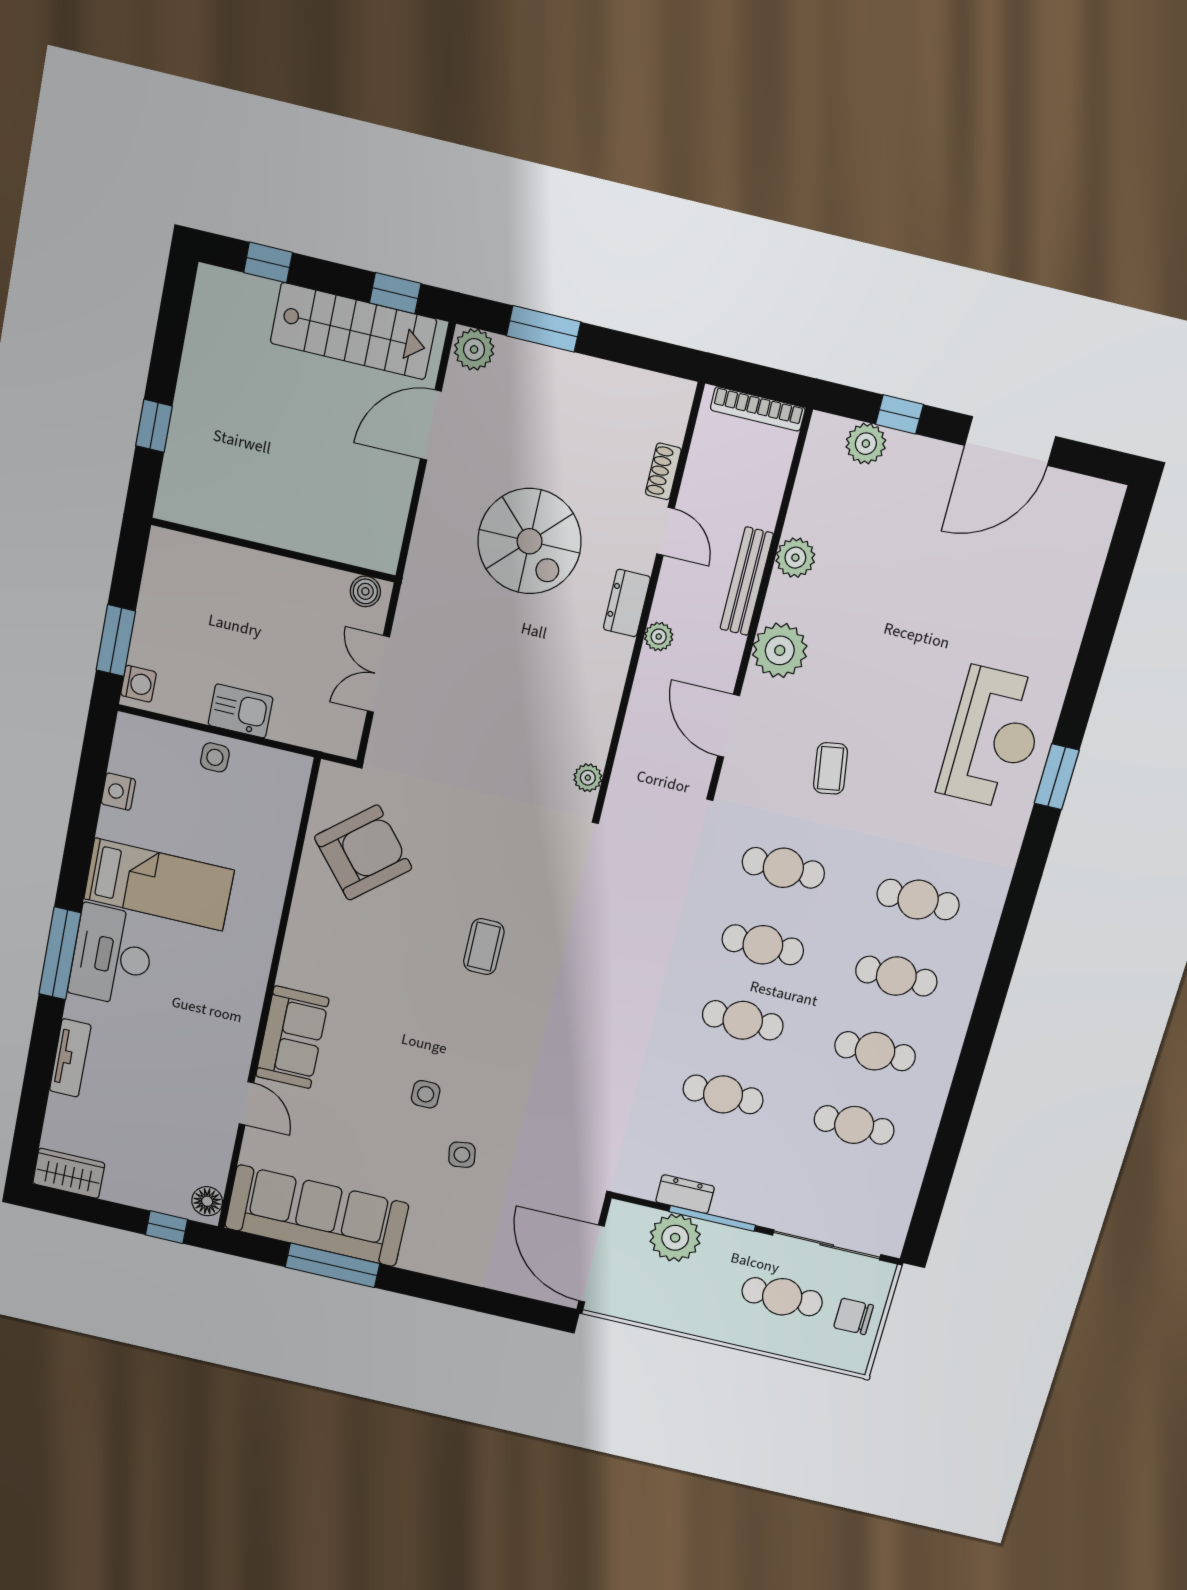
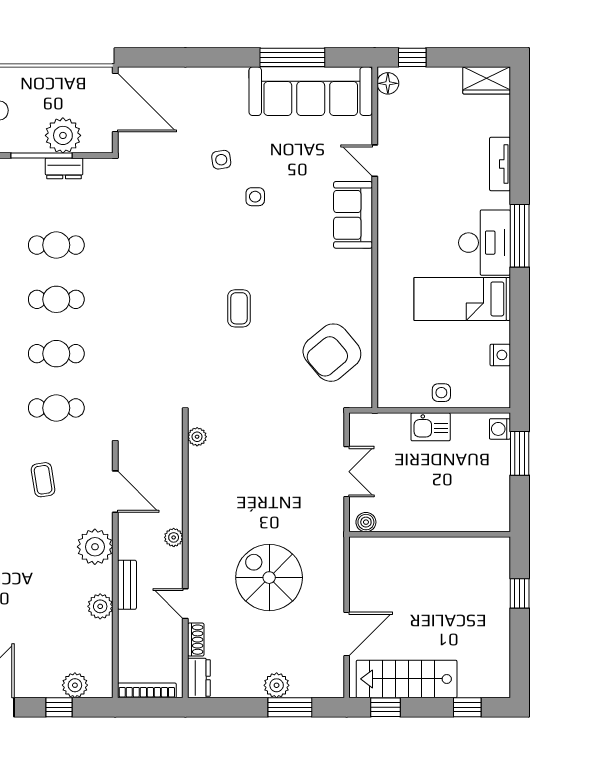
plant: (474, 349) -> (277, 685), moved
bench: (747, 581) -> (127, 585), width x0.73
dresser: (627, 603) -> (199, 678), moved

